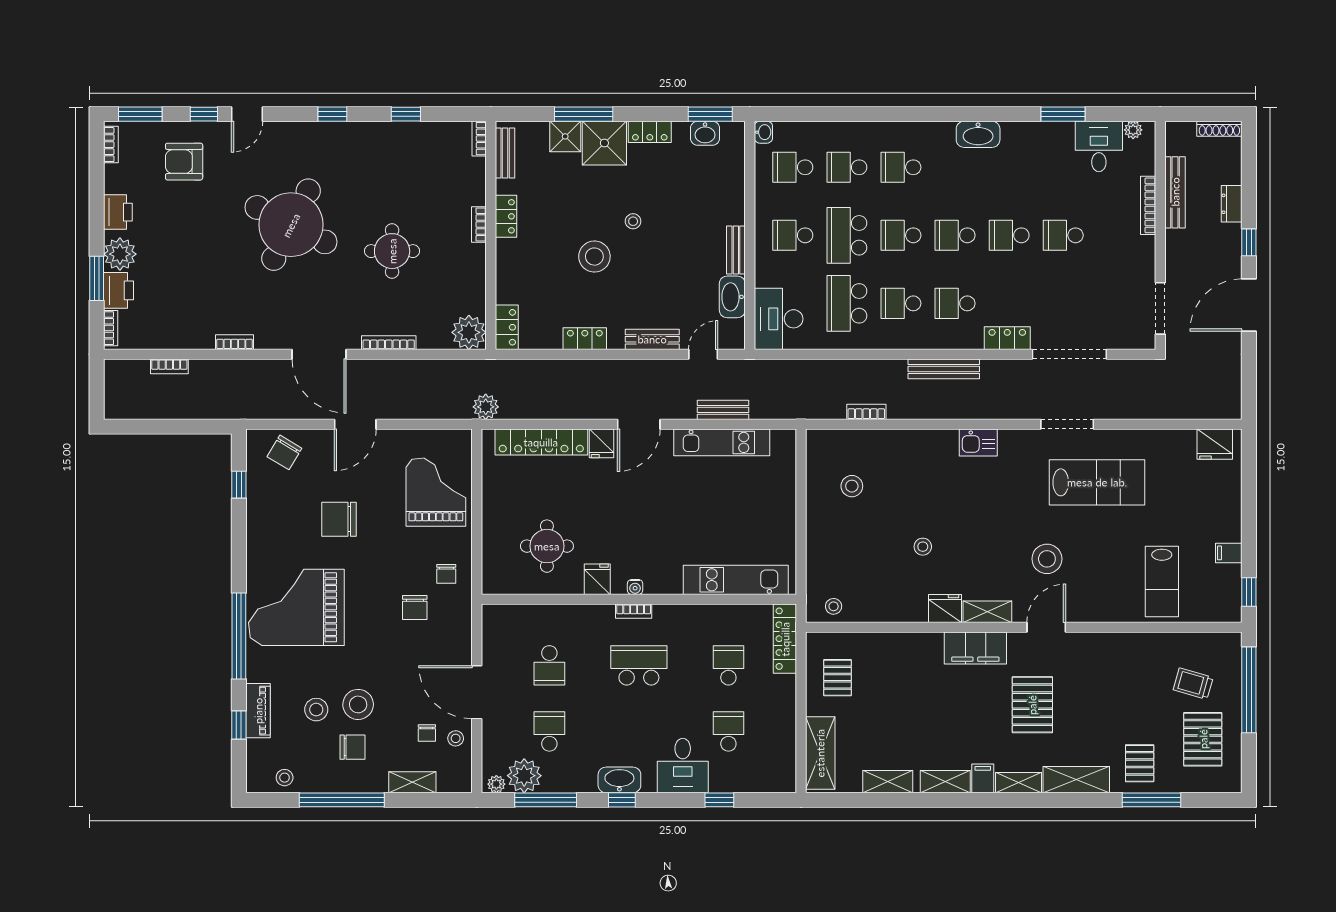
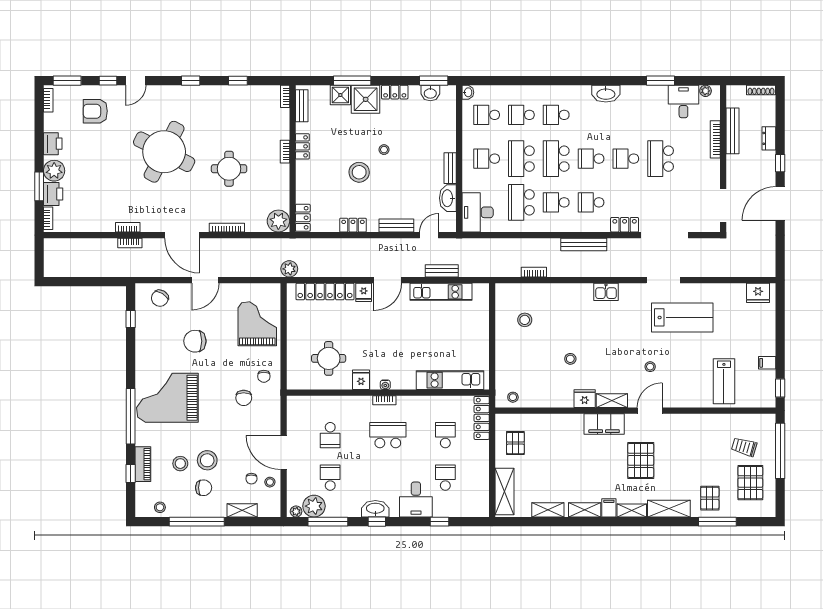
school desk: (901, 235) -> (556, 159), width x1.85
school desk: (1063, 235) -> (661, 159), width x1.85
bookcase: (169, 366) -> (130, 243), moved
stool: (1047, 559) -> (650, 367), width x0.53, depth x0.53

